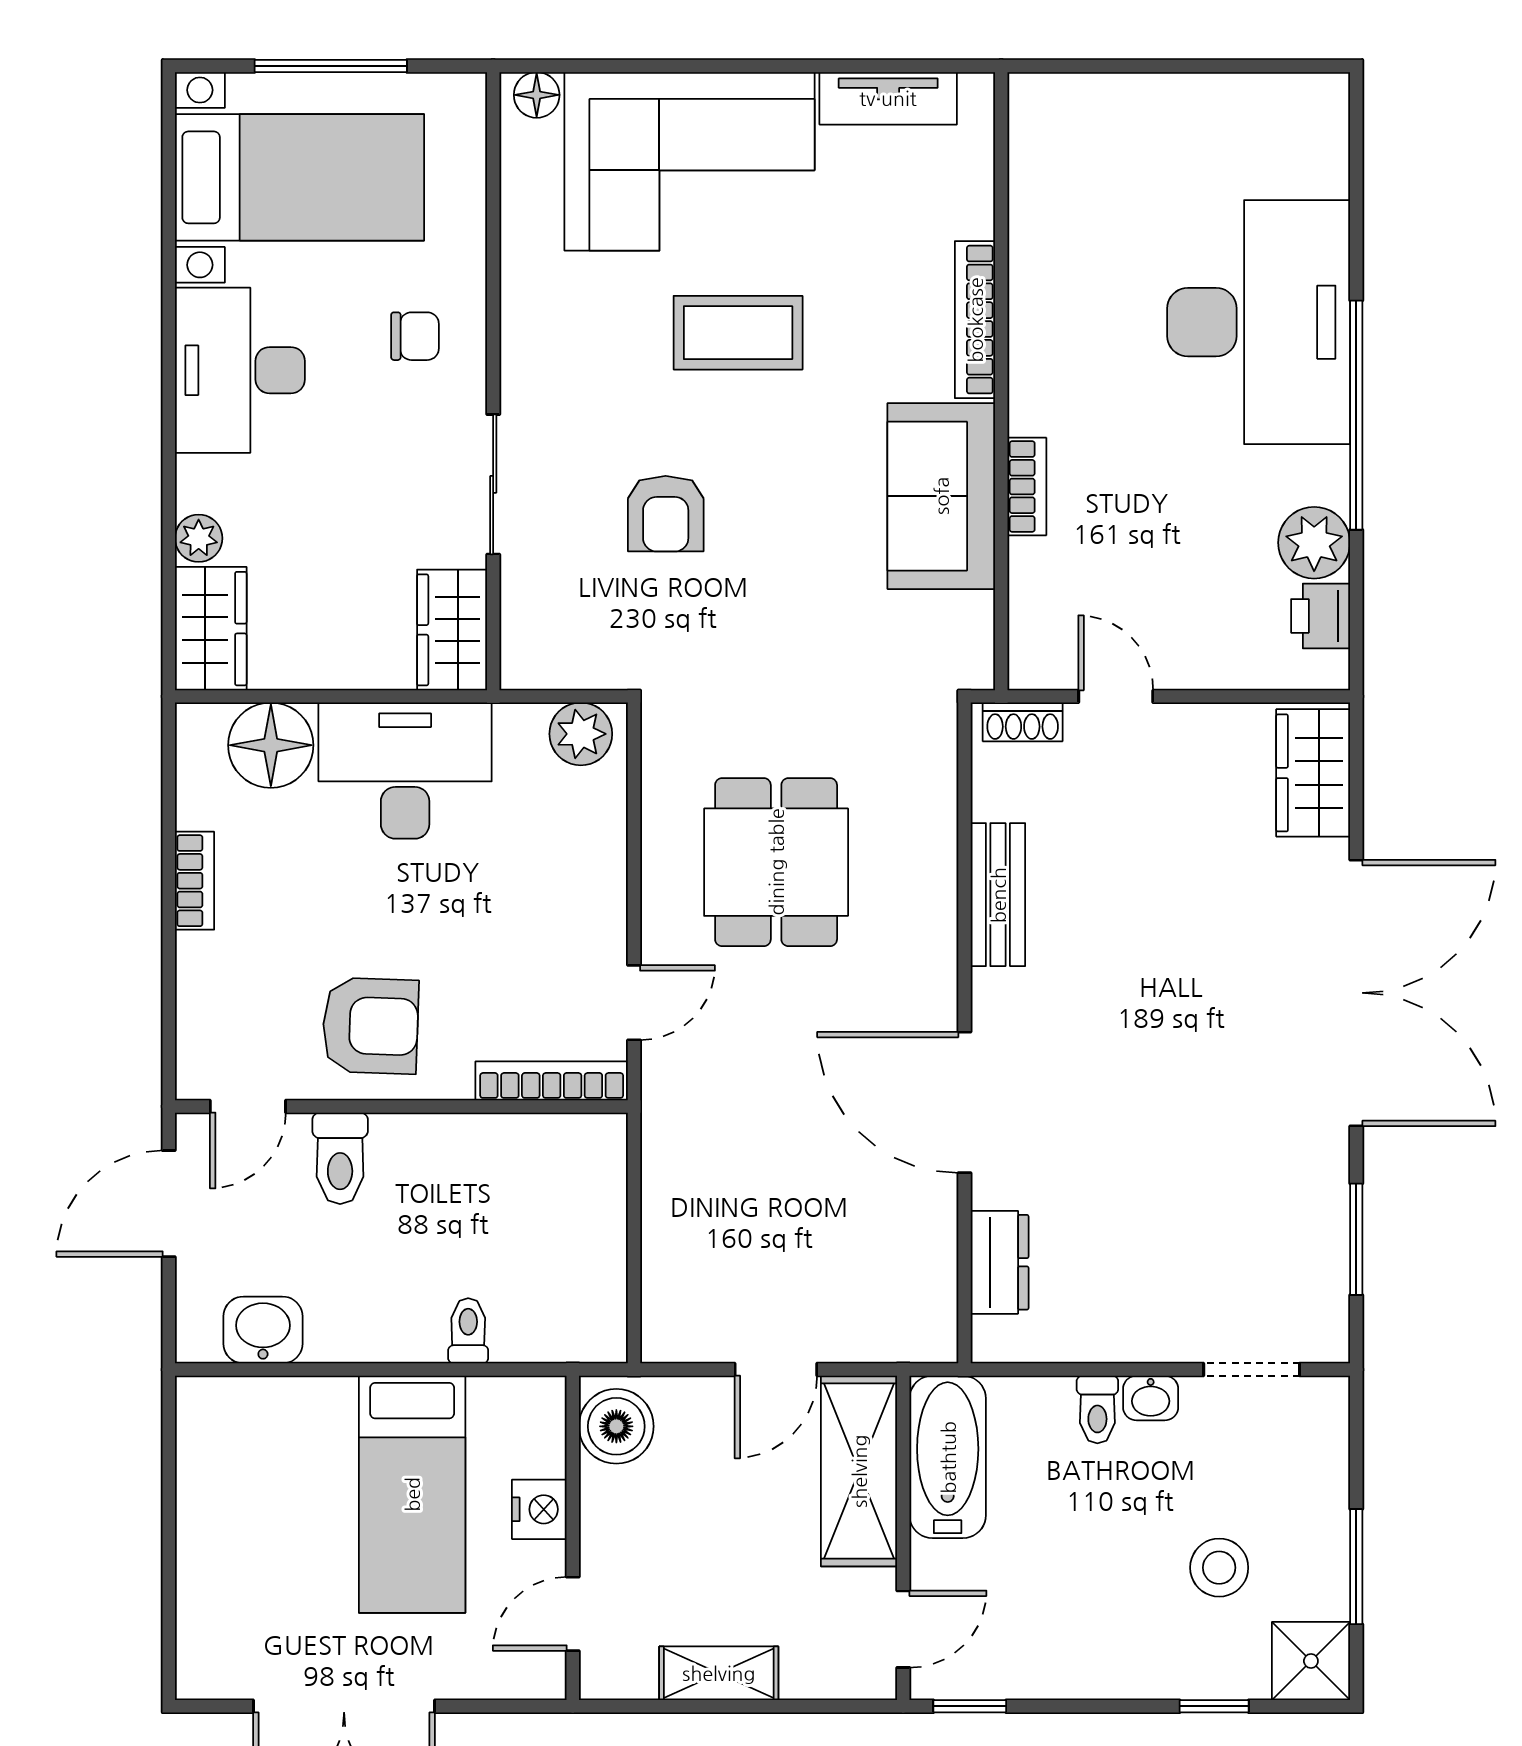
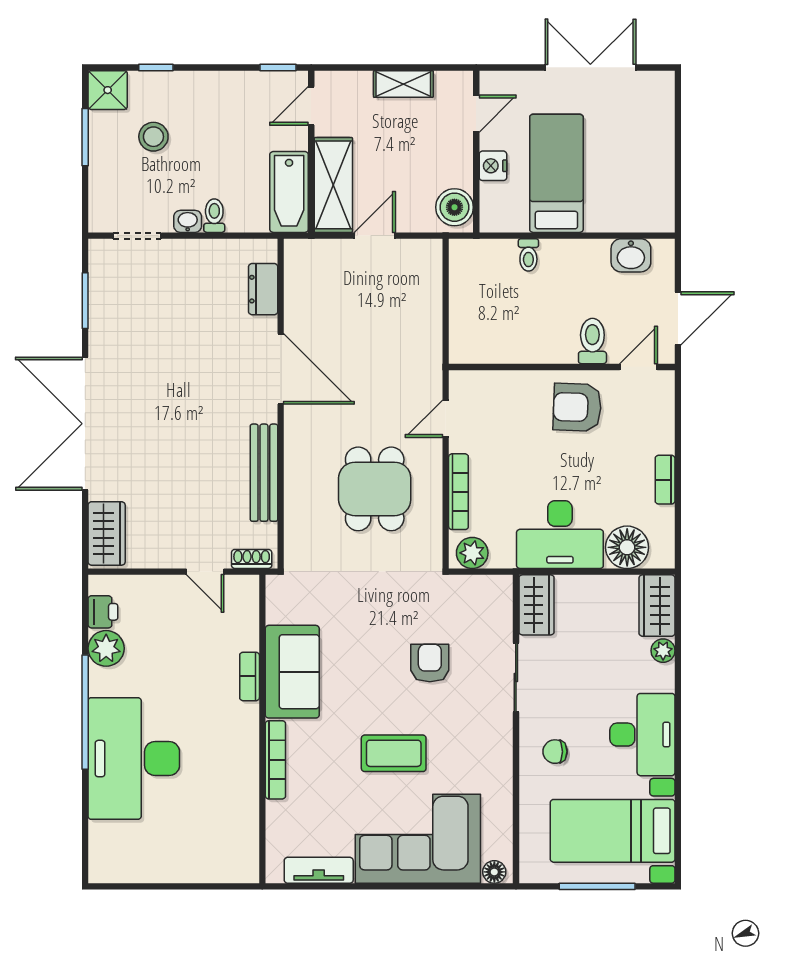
bench: (998, 895) -> (264, 473), width x1.36
bookcase: (552, 1081) -> (458, 492), moved, turned -90

